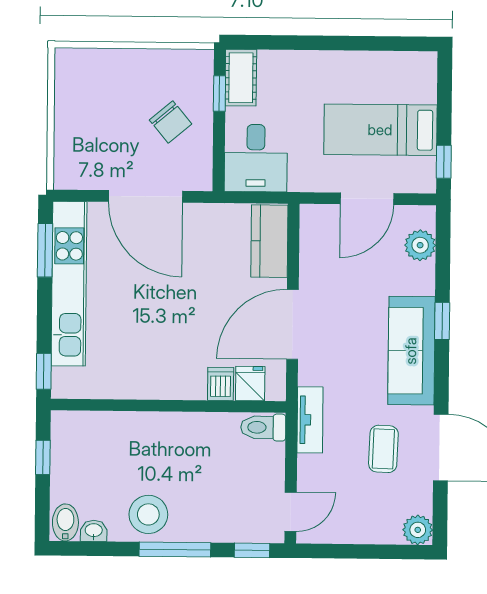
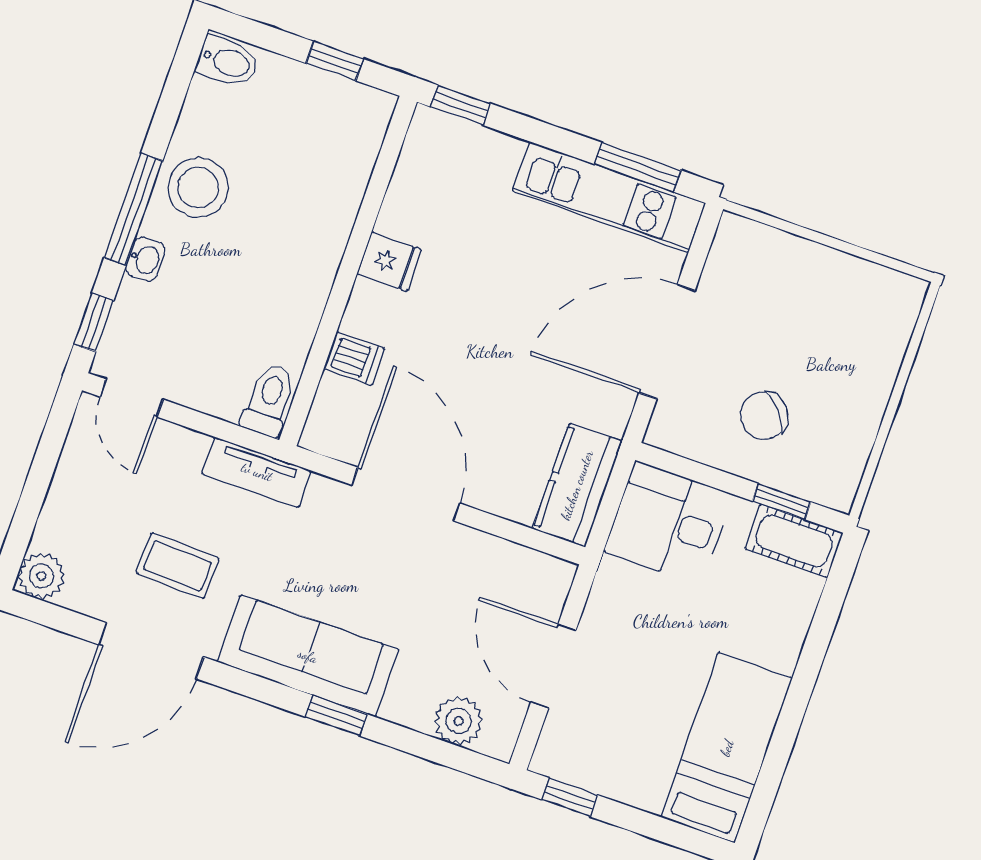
bed: (380, 130) -> (727, 748), moved
kitchen counter: (269, 241) -> (577, 485), moved, turned -90
kitchen unit: (69, 284) -> (609, 197), width x0.73
fridge: (250, 384) -> (389, 262), moved
washbasin: (94, 531) -> (145, 259), moved

